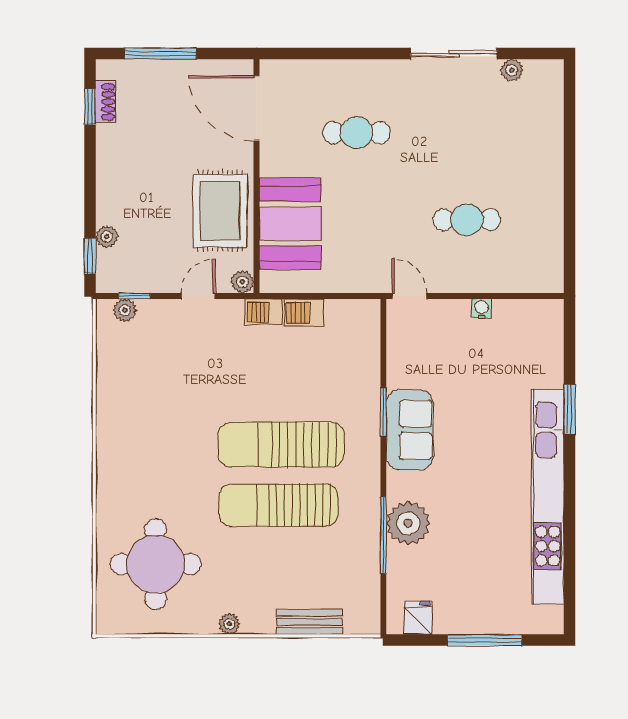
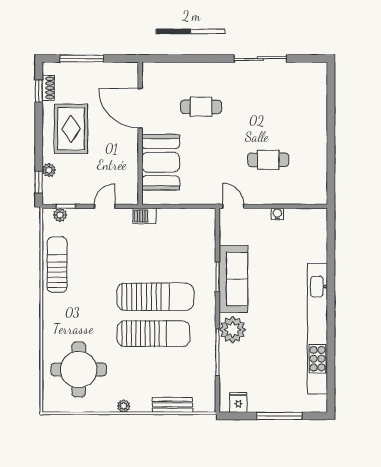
plant: (512, 70) -> (296, 69), removed
door: (256, 108) -> (140, 108), moved
rug: (220, 211) -> (71, 129), moved
plant: (242, 282) -> (132, 198), removed
barbecue: (304, 313) -> (169, 217), removed
sun lounger: (120, 392) -> (57, 265), added
window: (570, 409) -> (331, 275), removed
sofa: (410, 430) -> (233, 279), width x1.36
sun lounger: (281, 445) -> (155, 297), turned 180
sun lounger: (278, 505) -> (153, 334), turned 180
plant: (408, 523) -> (233, 330), moved

